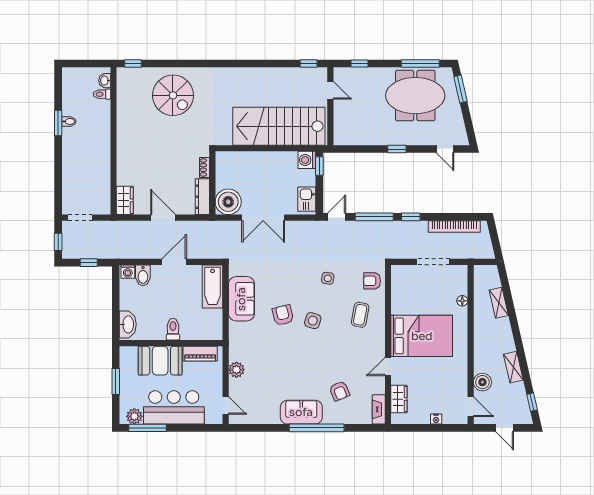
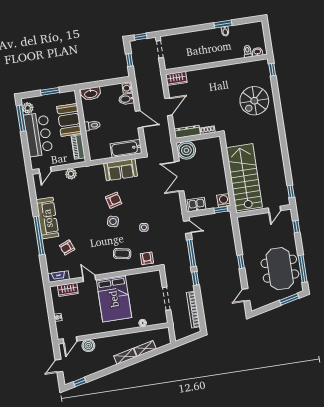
shelving: (513, 367) -> (125, 356), moved
sofa: (301, 412) -> (48, 218), width x1.36

